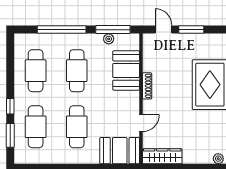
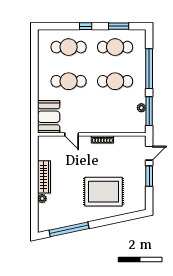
booth: (126, 71) -> (115, 122), removed
window: (10, 135) -> (119, 26), moved
wardrobe: (162, 156) -> (44, 177), moved

